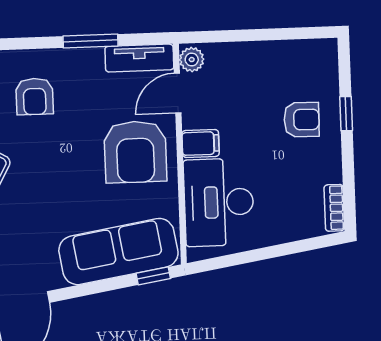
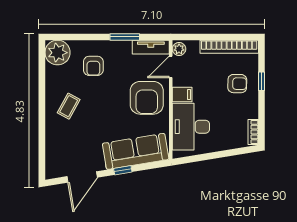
bookcase: (284, 52) -> (229, 47), added
window: (153, 276) -> (123, 170), moved

